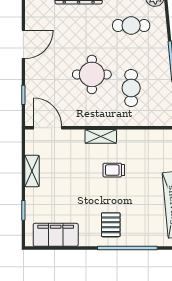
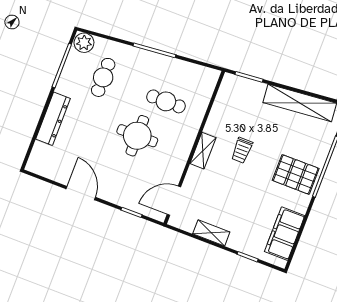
pallet: (111, 225) -> (296, 174), width x1.50, depth x1.42

